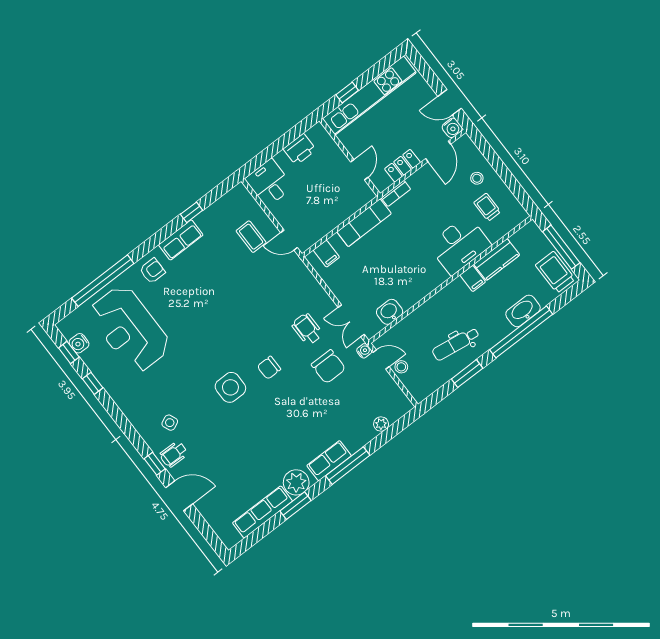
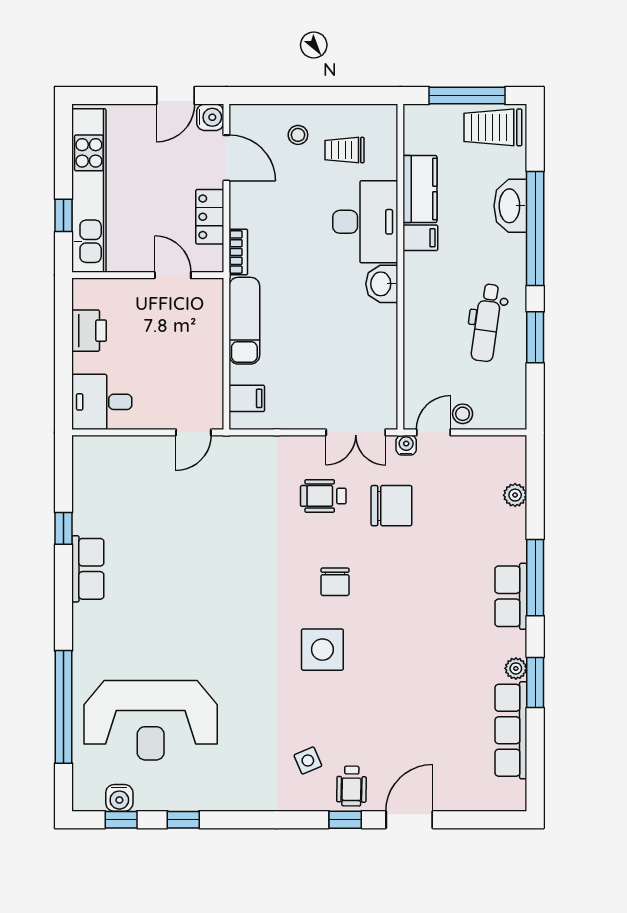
coffee table: (251, 237) -> (152, 477), removed
armchair: (152, 271) -> (99, 635), removed
washbasin: (390, 312) -> (382, 284), moved
plant: (296, 482) -> (516, 668), width x0.53, depth x0.53

